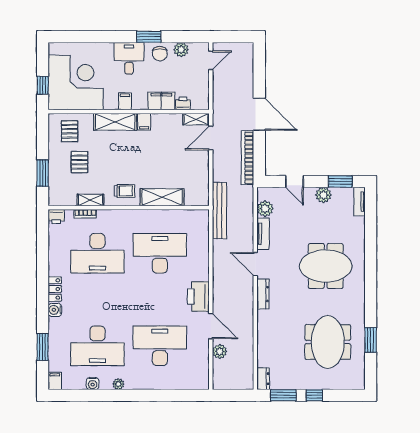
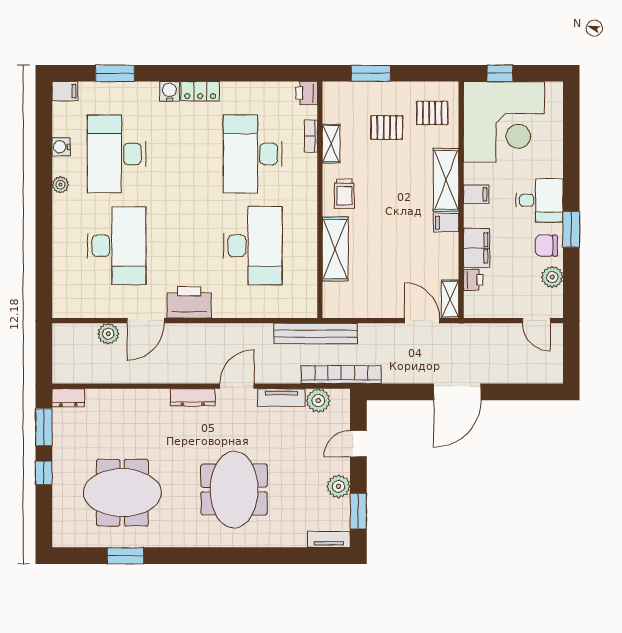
bookcase: (247, 158) -> (341, 375), moved

